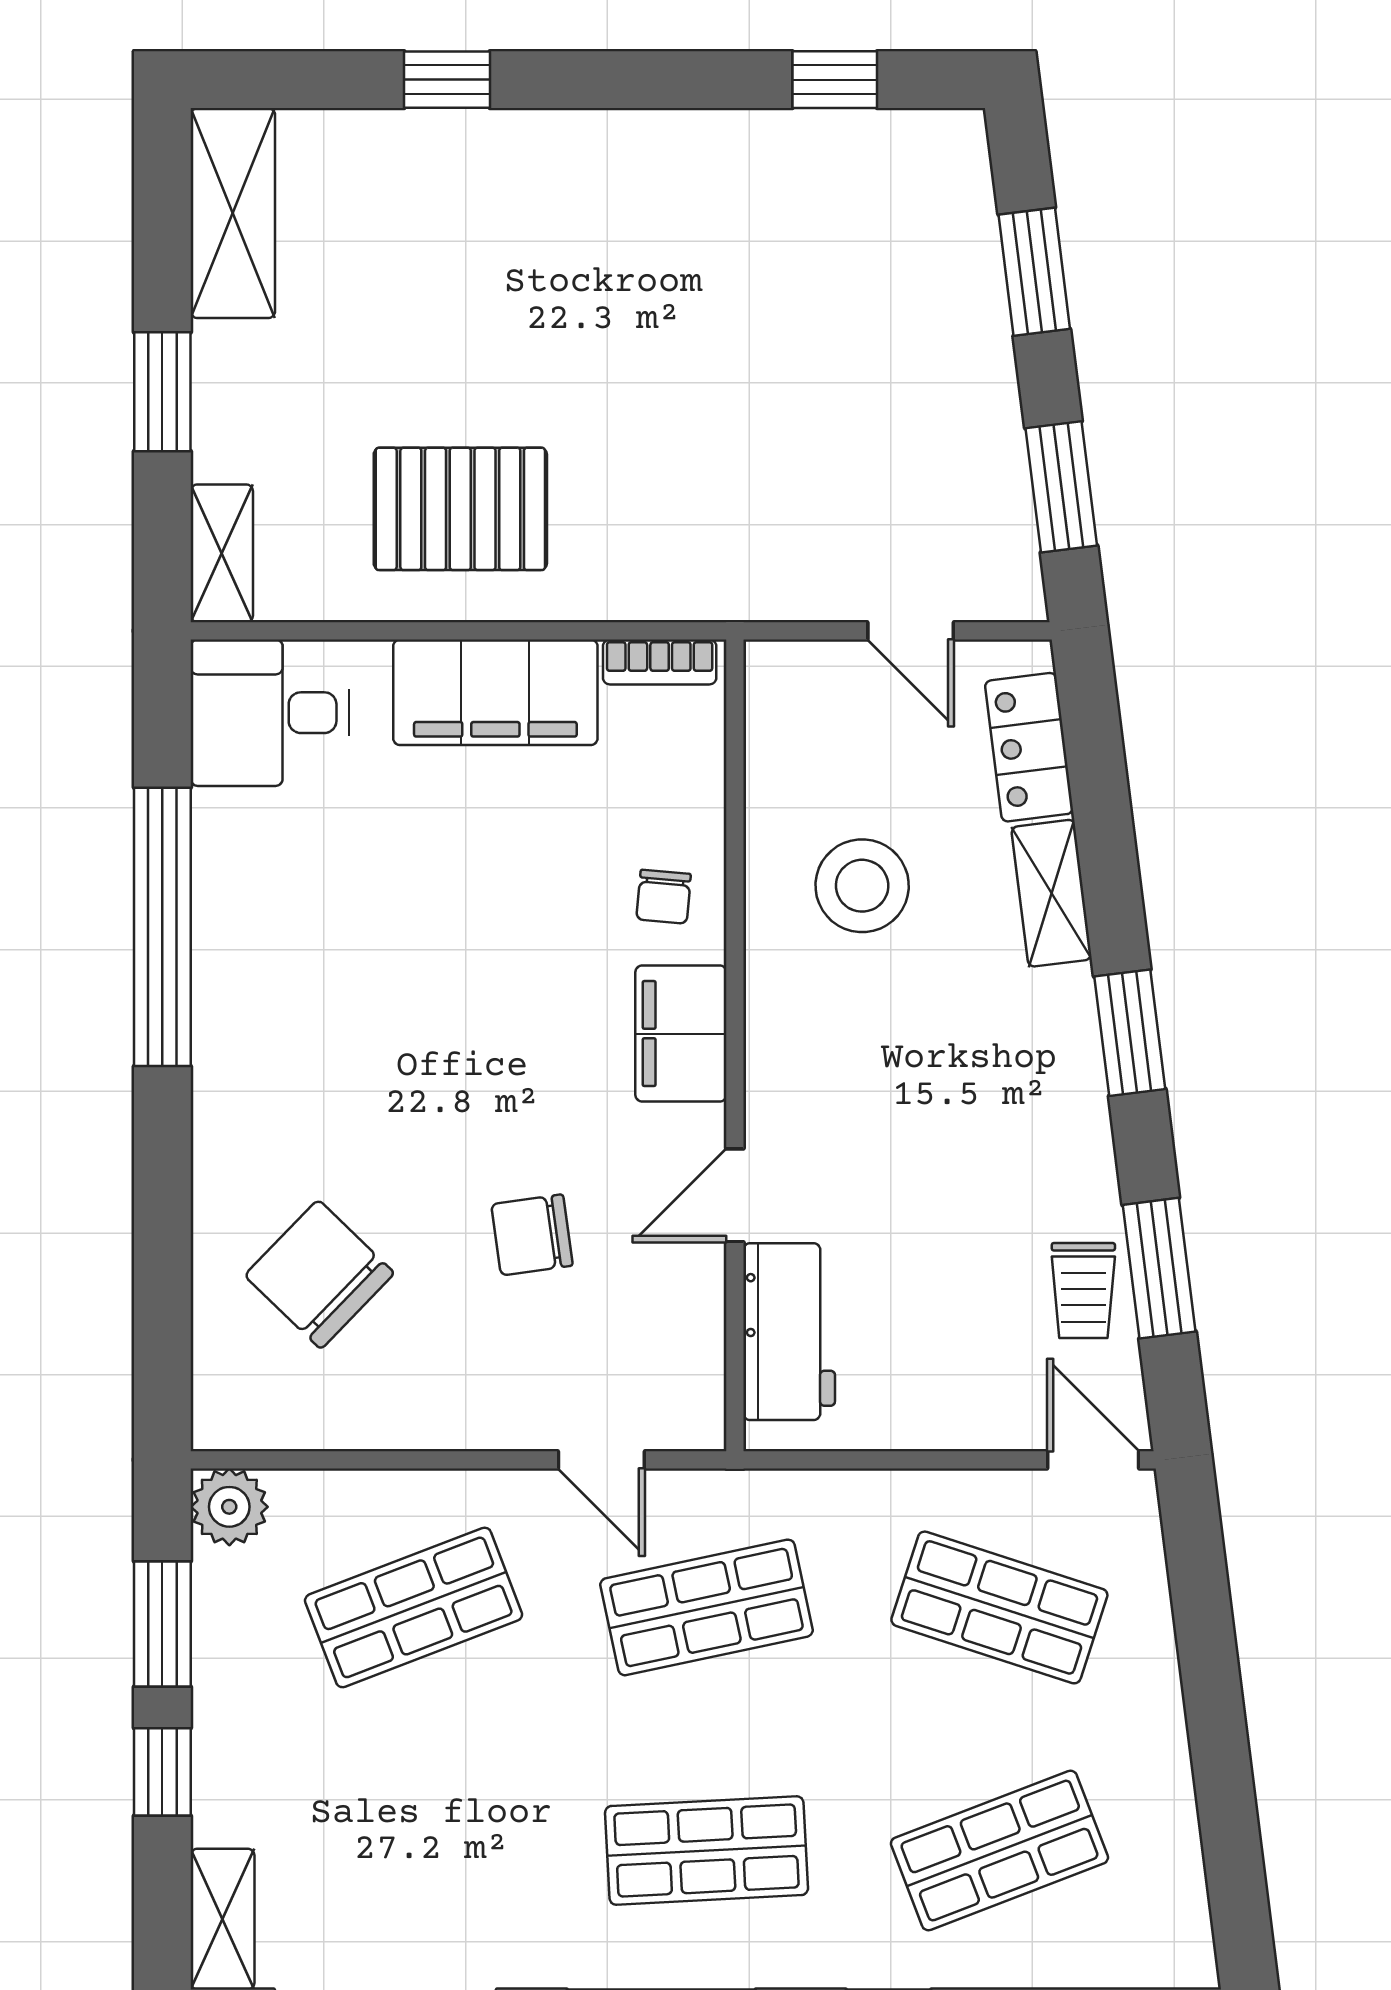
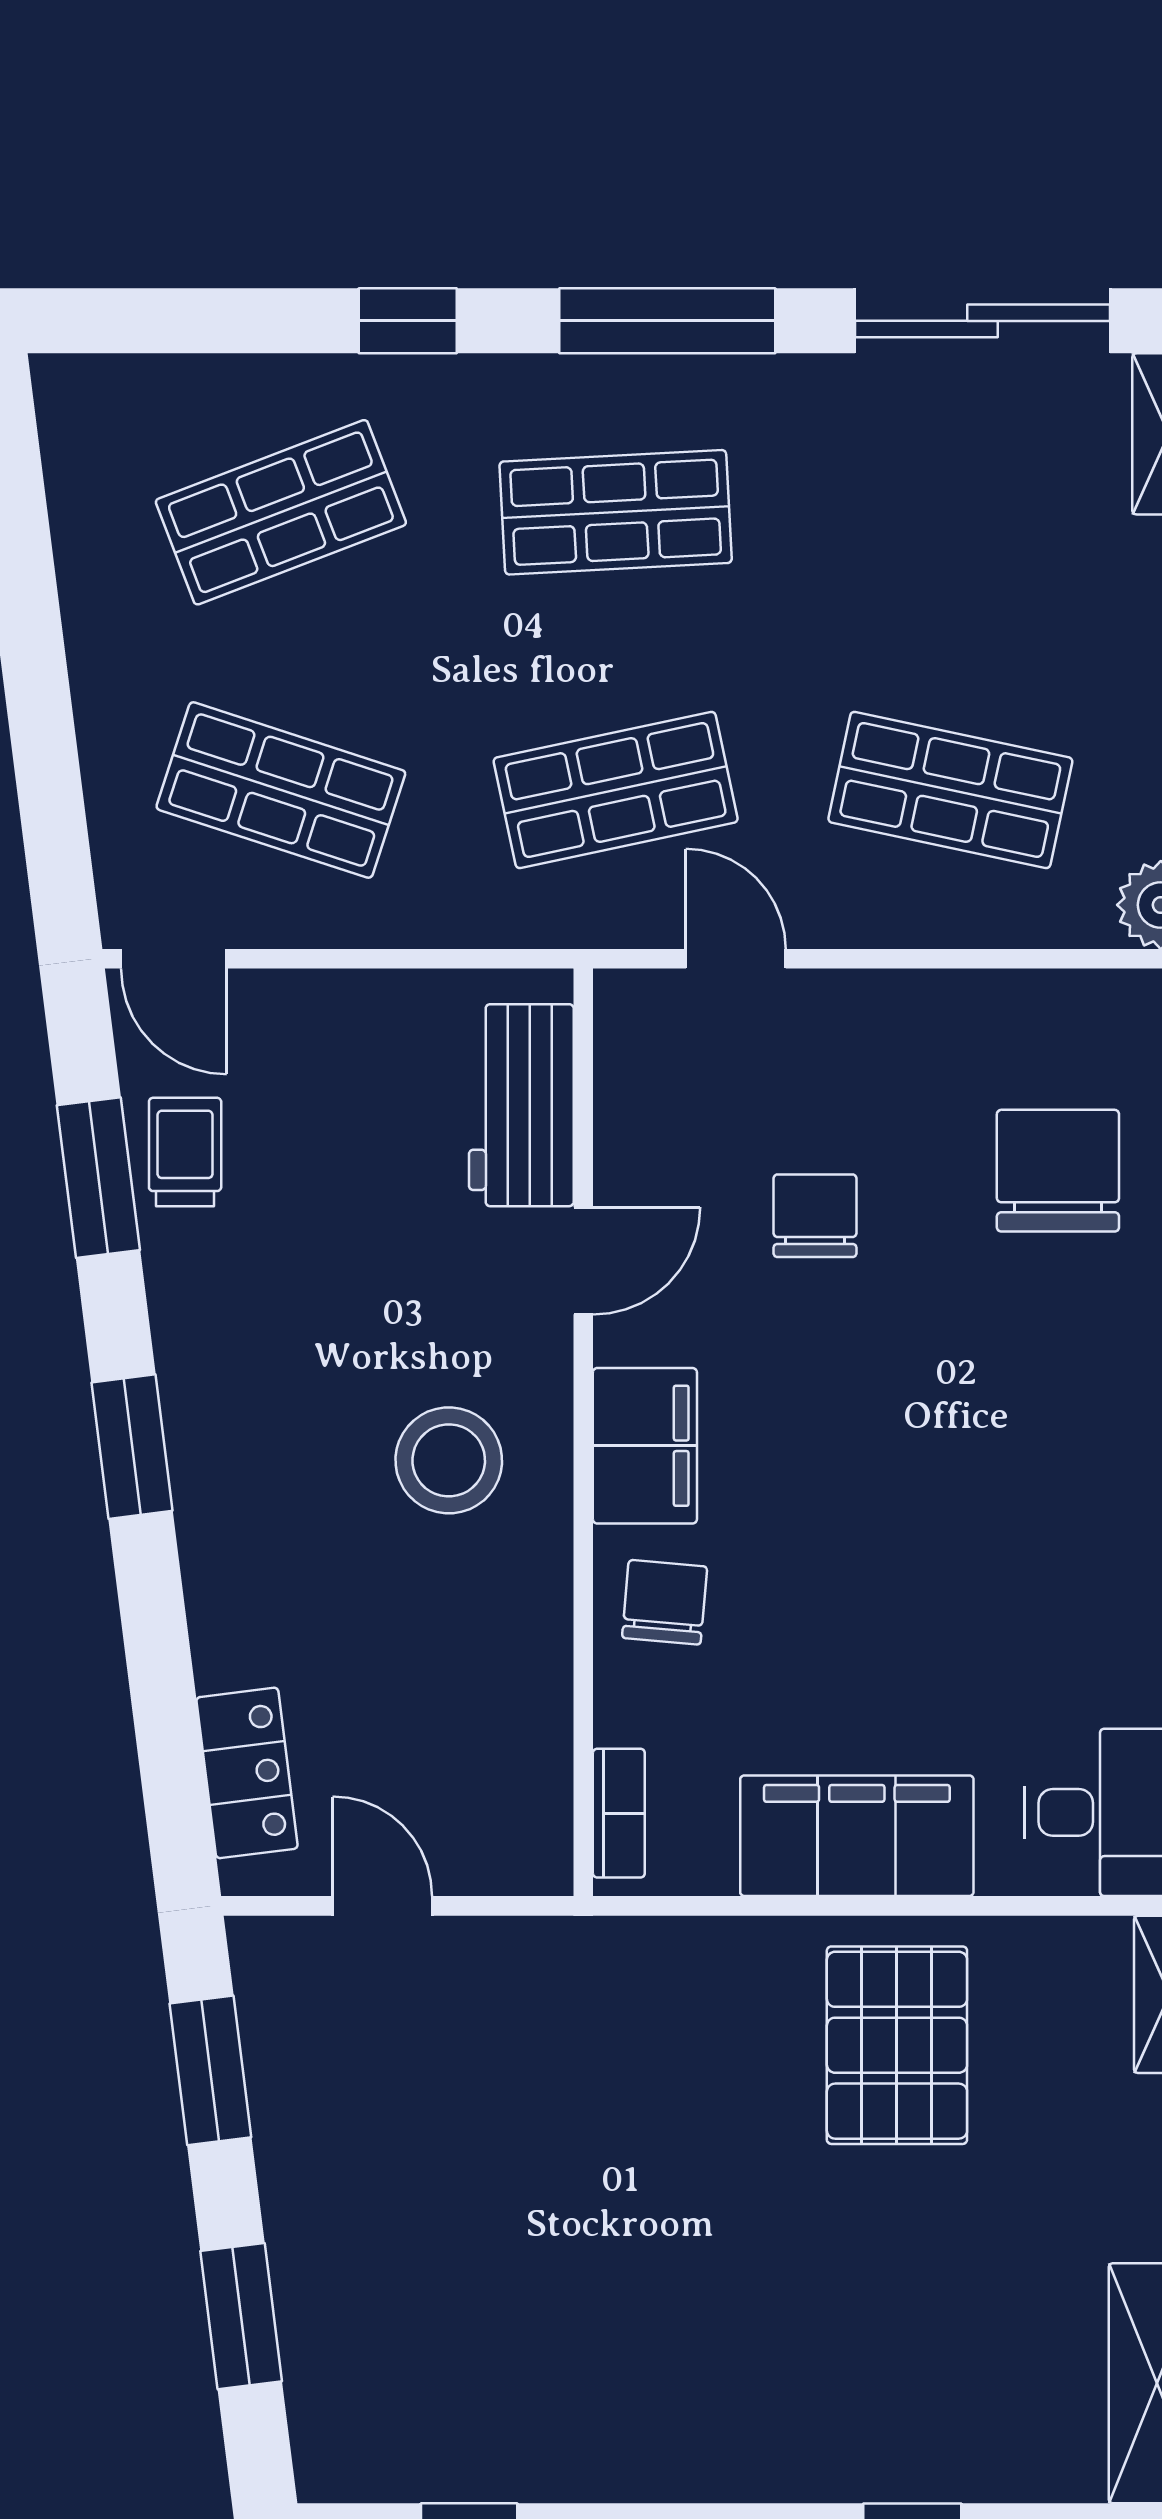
pallet: (460, 509) -> (897, 2045), turned 90
bookcase: (660, 662) -> (619, 1813), moved, turned 90
stool: (862, 886) -> (449, 1460), moved
shelving: (1052, 893) -> (221, 1606), removed
chair: (664, 897) -> (665, 1602), width x1.37, depth x1.37
chair: (532, 1235) -> (815, 1216), turned -82
chair: (319, 1274) -> (1058, 1171), turned -134
shop shelf: (414, 1607) -> (950, 790), turned 33

